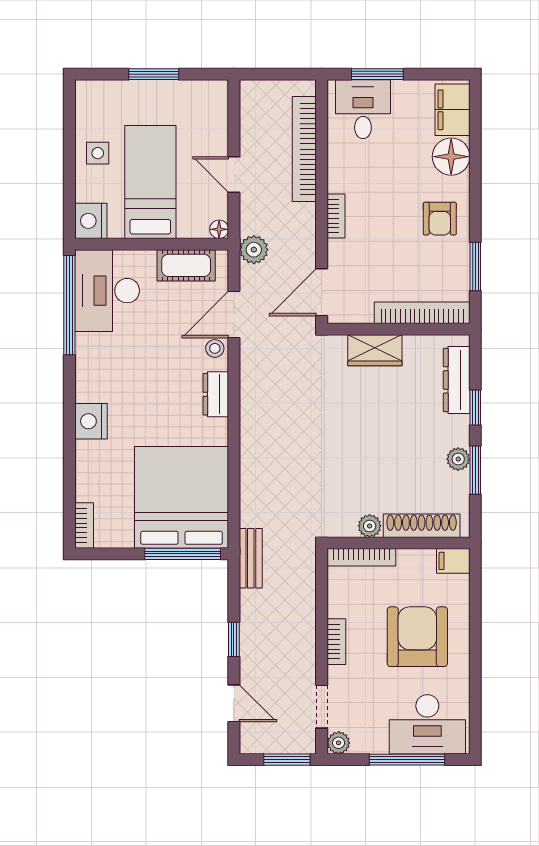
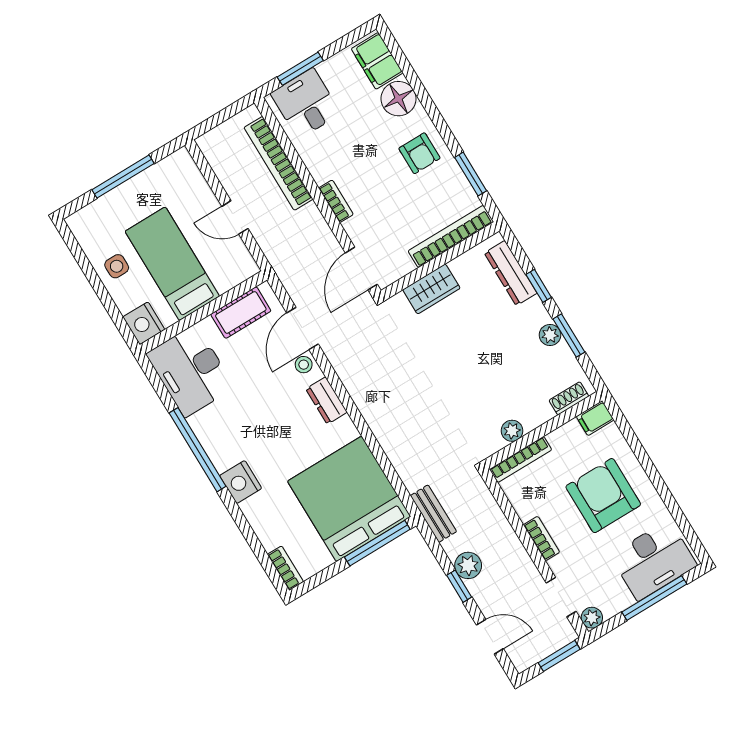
window: (154, 74) -> (123, 177), width x1.44
floor lamp: (219, 229) -> (250, 268), removed
plant: (254, 250) -> (468, 565), moved
window: (69, 305) -> (197, 450), moved
shoe rack: (422, 526) -> (569, 398), width x0.51, depth x0.81

